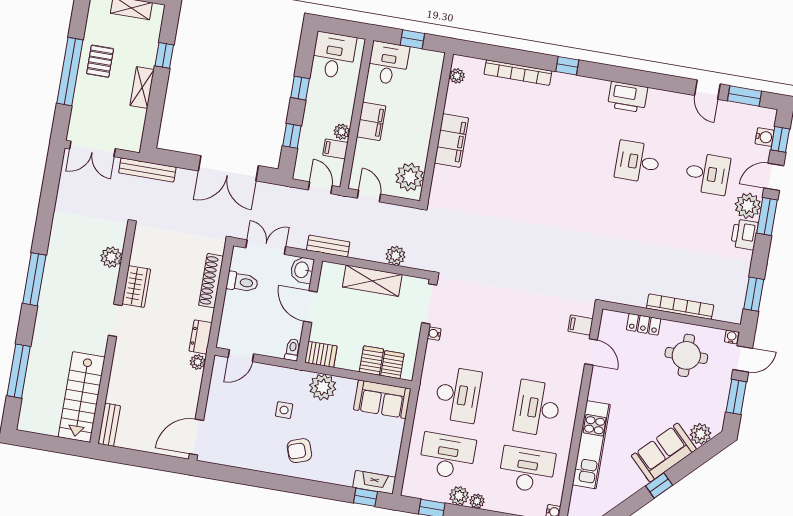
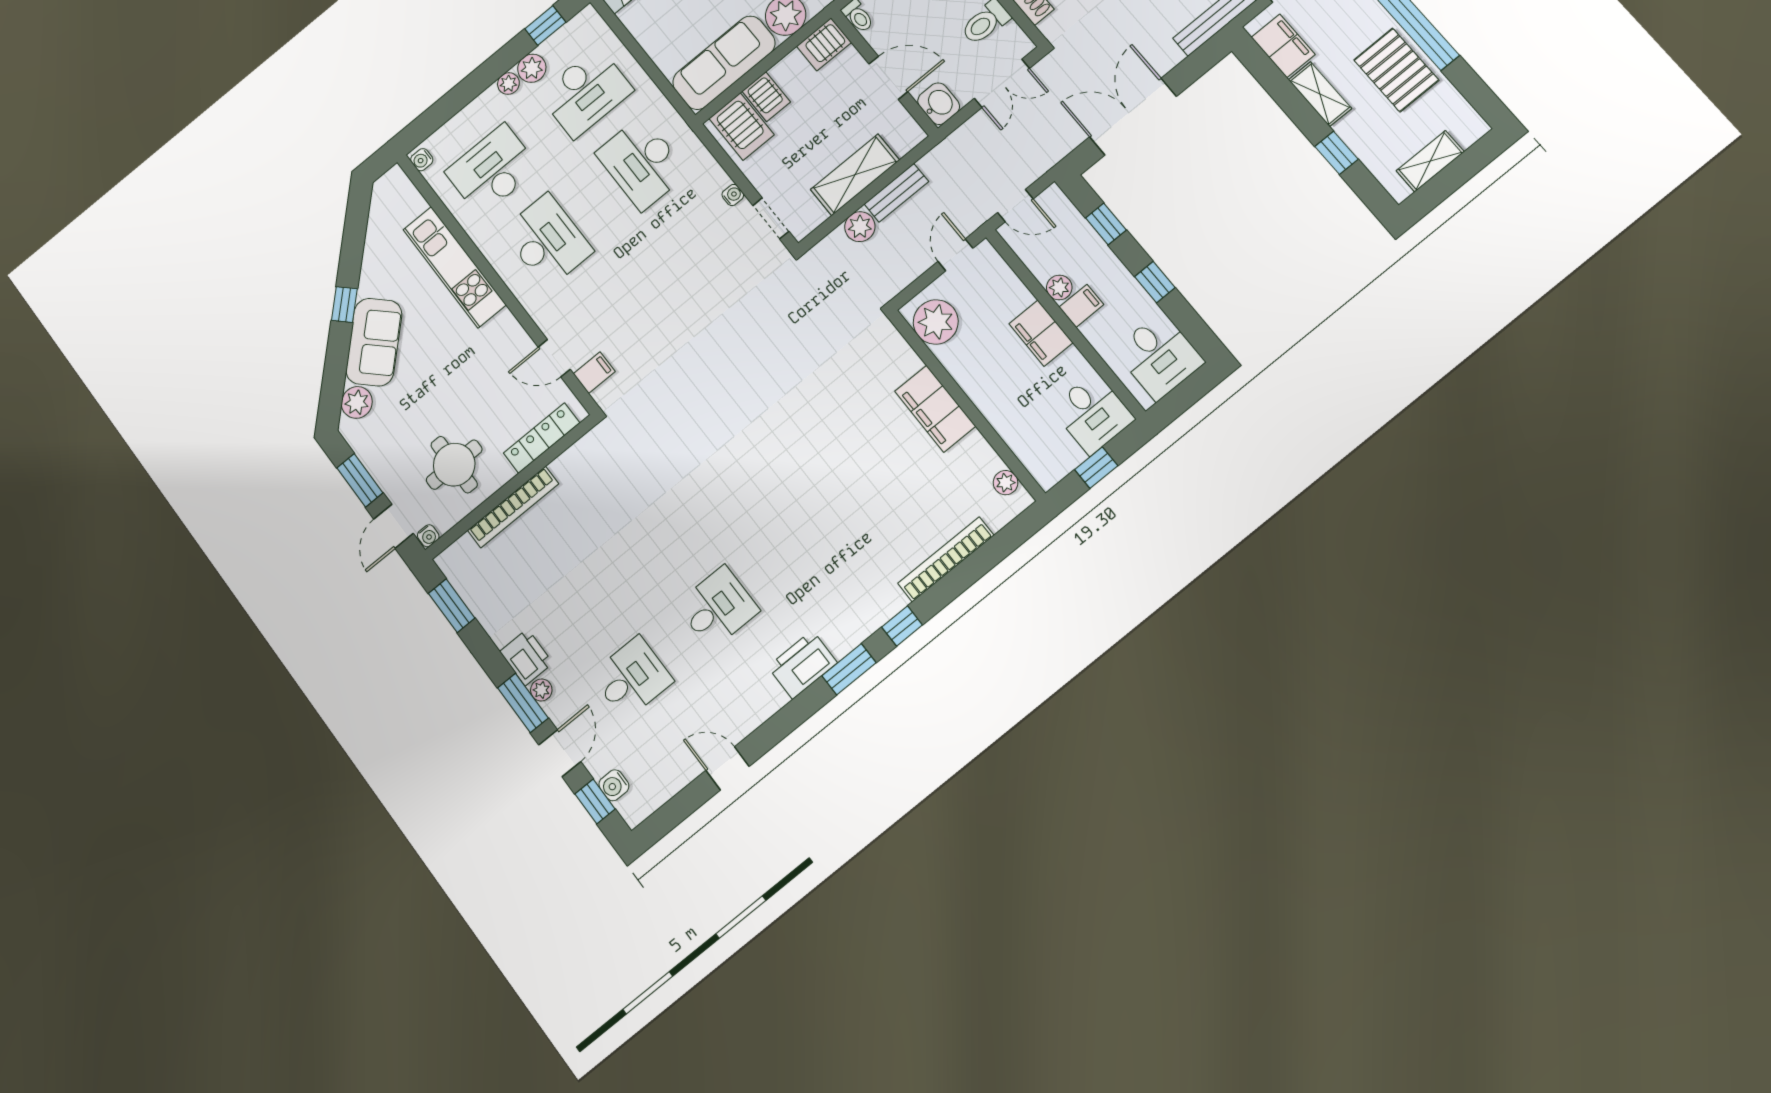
pallet: (100, 61) -> (1396, 70), width x1.50, depth x1.42
window: (744, 96) -> (849, 669), moved
filing cabinet: (133, 125) -> (1283, 46), added
filing cabinet: (335, 149) -> (1081, 306), moved
desk: (707, 174) -> (632, 678), turned 180
door: (369, 196) -> (955, 255), swing flipped
plant: (748, 206) -> (541, 690), width x0.53, depth x0.53
bench: (328, 246) -> (896, 193), moved
doorway: (429, 304) -> (771, 218), width x0.73
locker: (644, 324) -> (542, 438), width x1.53
server rack: (392, 365) -> (742, 127), width x1.36, depth x1.44
sofa: (382, 399) -> (724, 63), width x1.36
desk: (527, 470) -> (492, 170), turned 180

